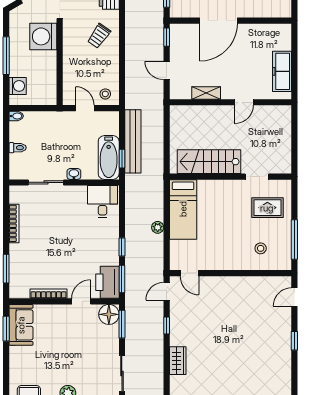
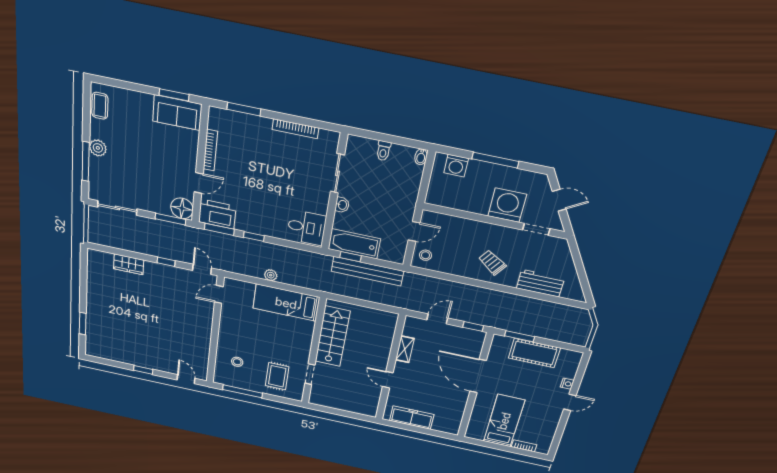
door: (81, 301) -> (199, 183), hinge flipped

